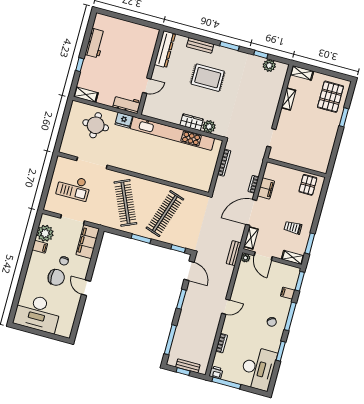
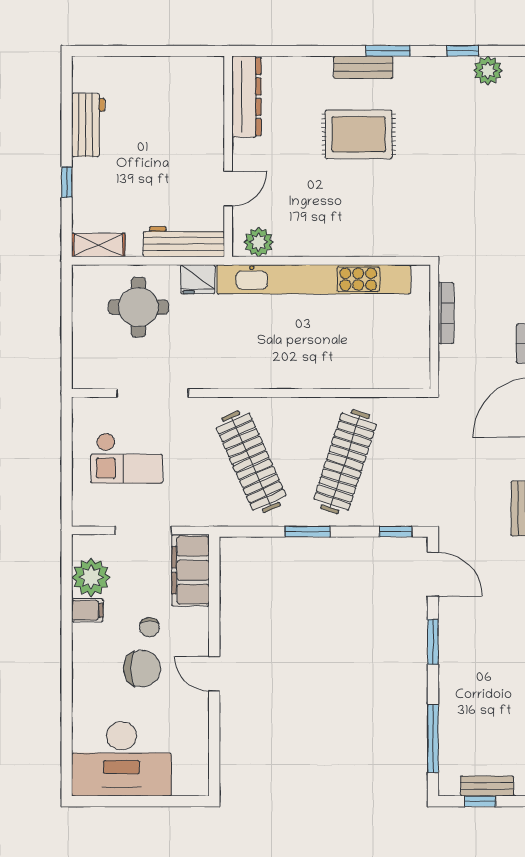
bench: (200, 45) -> (363, 67), moved
workbench: (127, 104) -> (184, 242), width x1.38
wardrobe: (192, 122) -> (350, 243), removed
plant: (209, 127) -> (259, 242), moved

